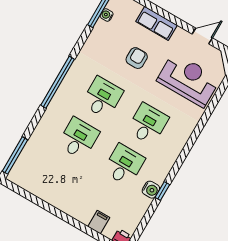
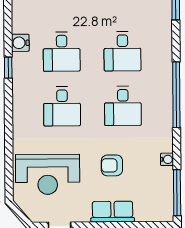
water cooler: (107, 15) -> (167, 159), moved
armchair: (137, 58) -> (112, 165), turned 90
window: (162, 191) -> (8, 68), moved

